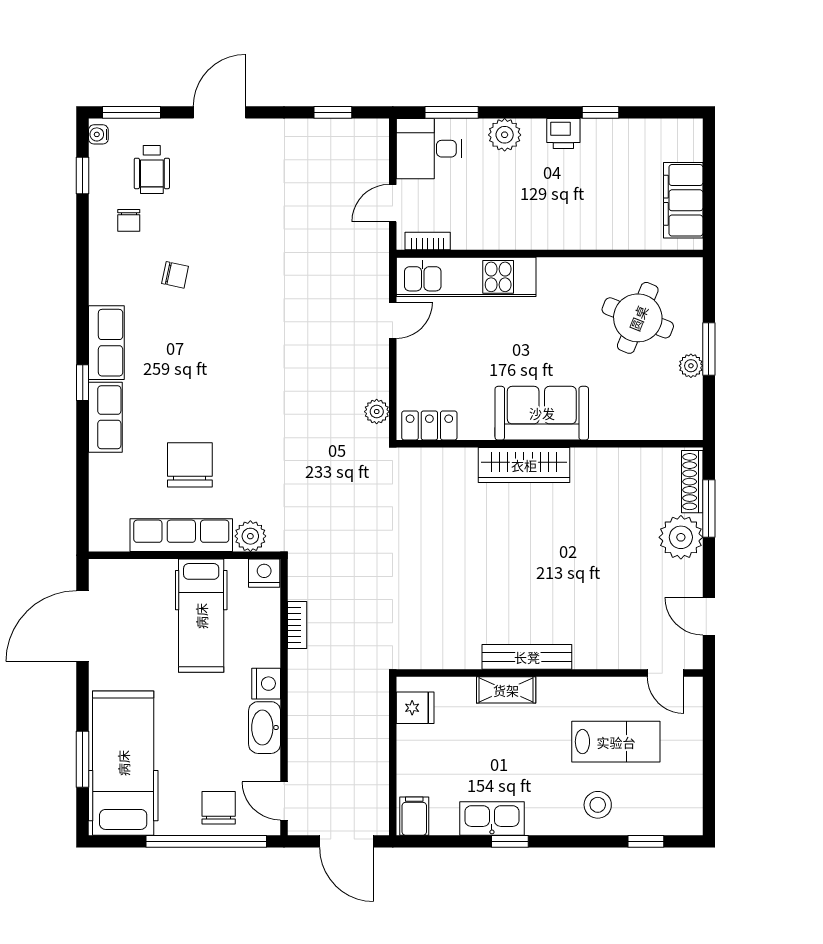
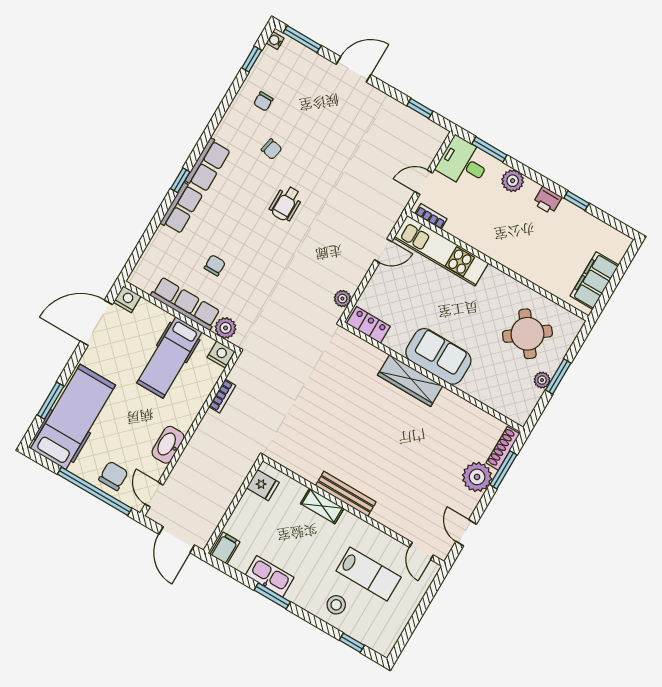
wheelchair: (152, 170) -> (286, 203), moved
round table: (638, 318) -> (527, 334), turned 30
chair: (190, 465) -> (215, 265), width x0.54, depth x0.54
nightstand: (266, 684) -> (127, 299), moved, turned -90
window: (510, 841) -> (272, 596), width x1.50

